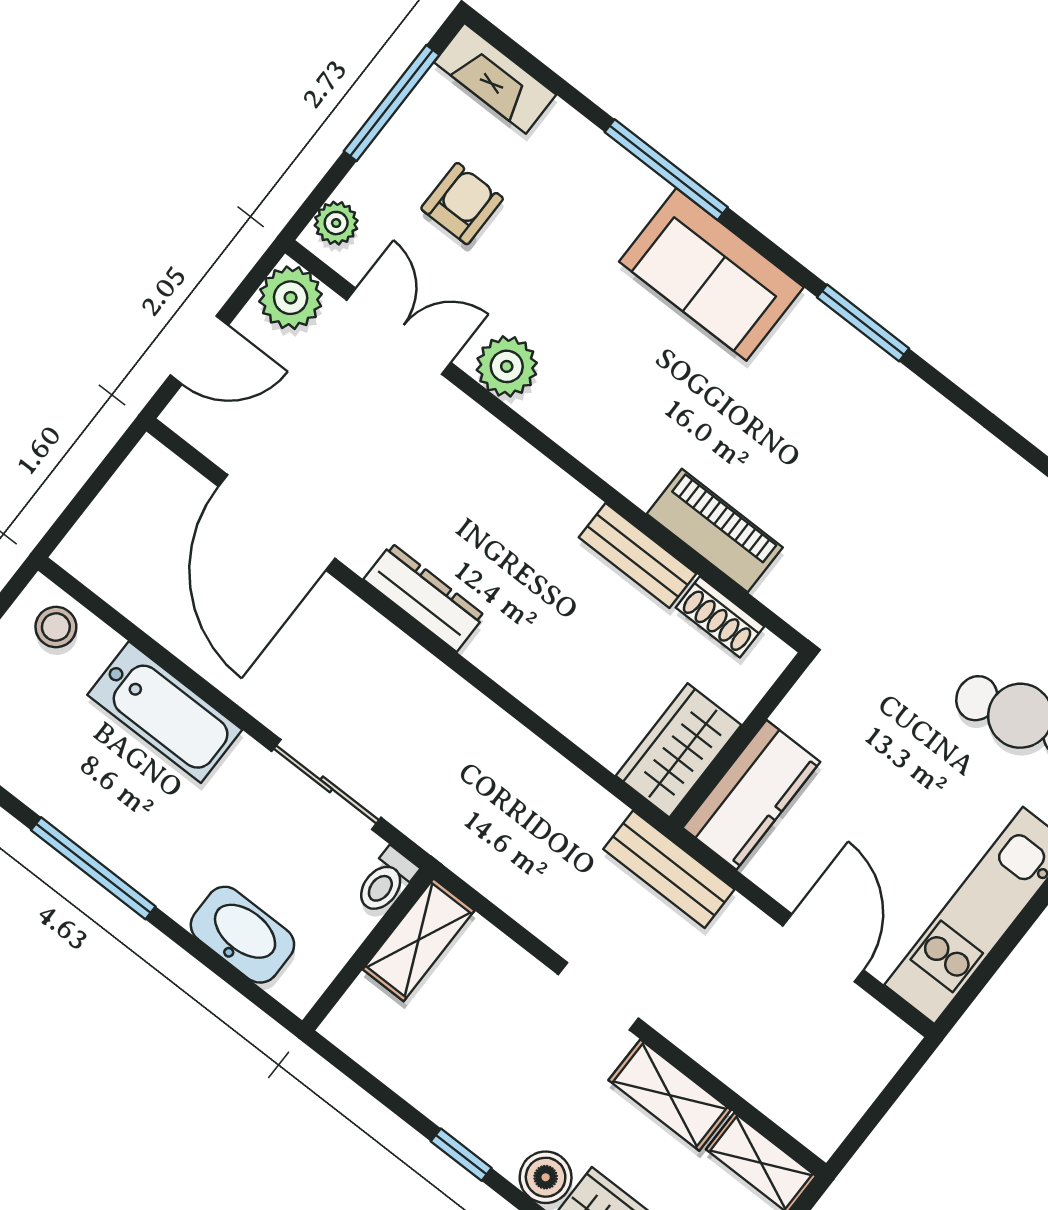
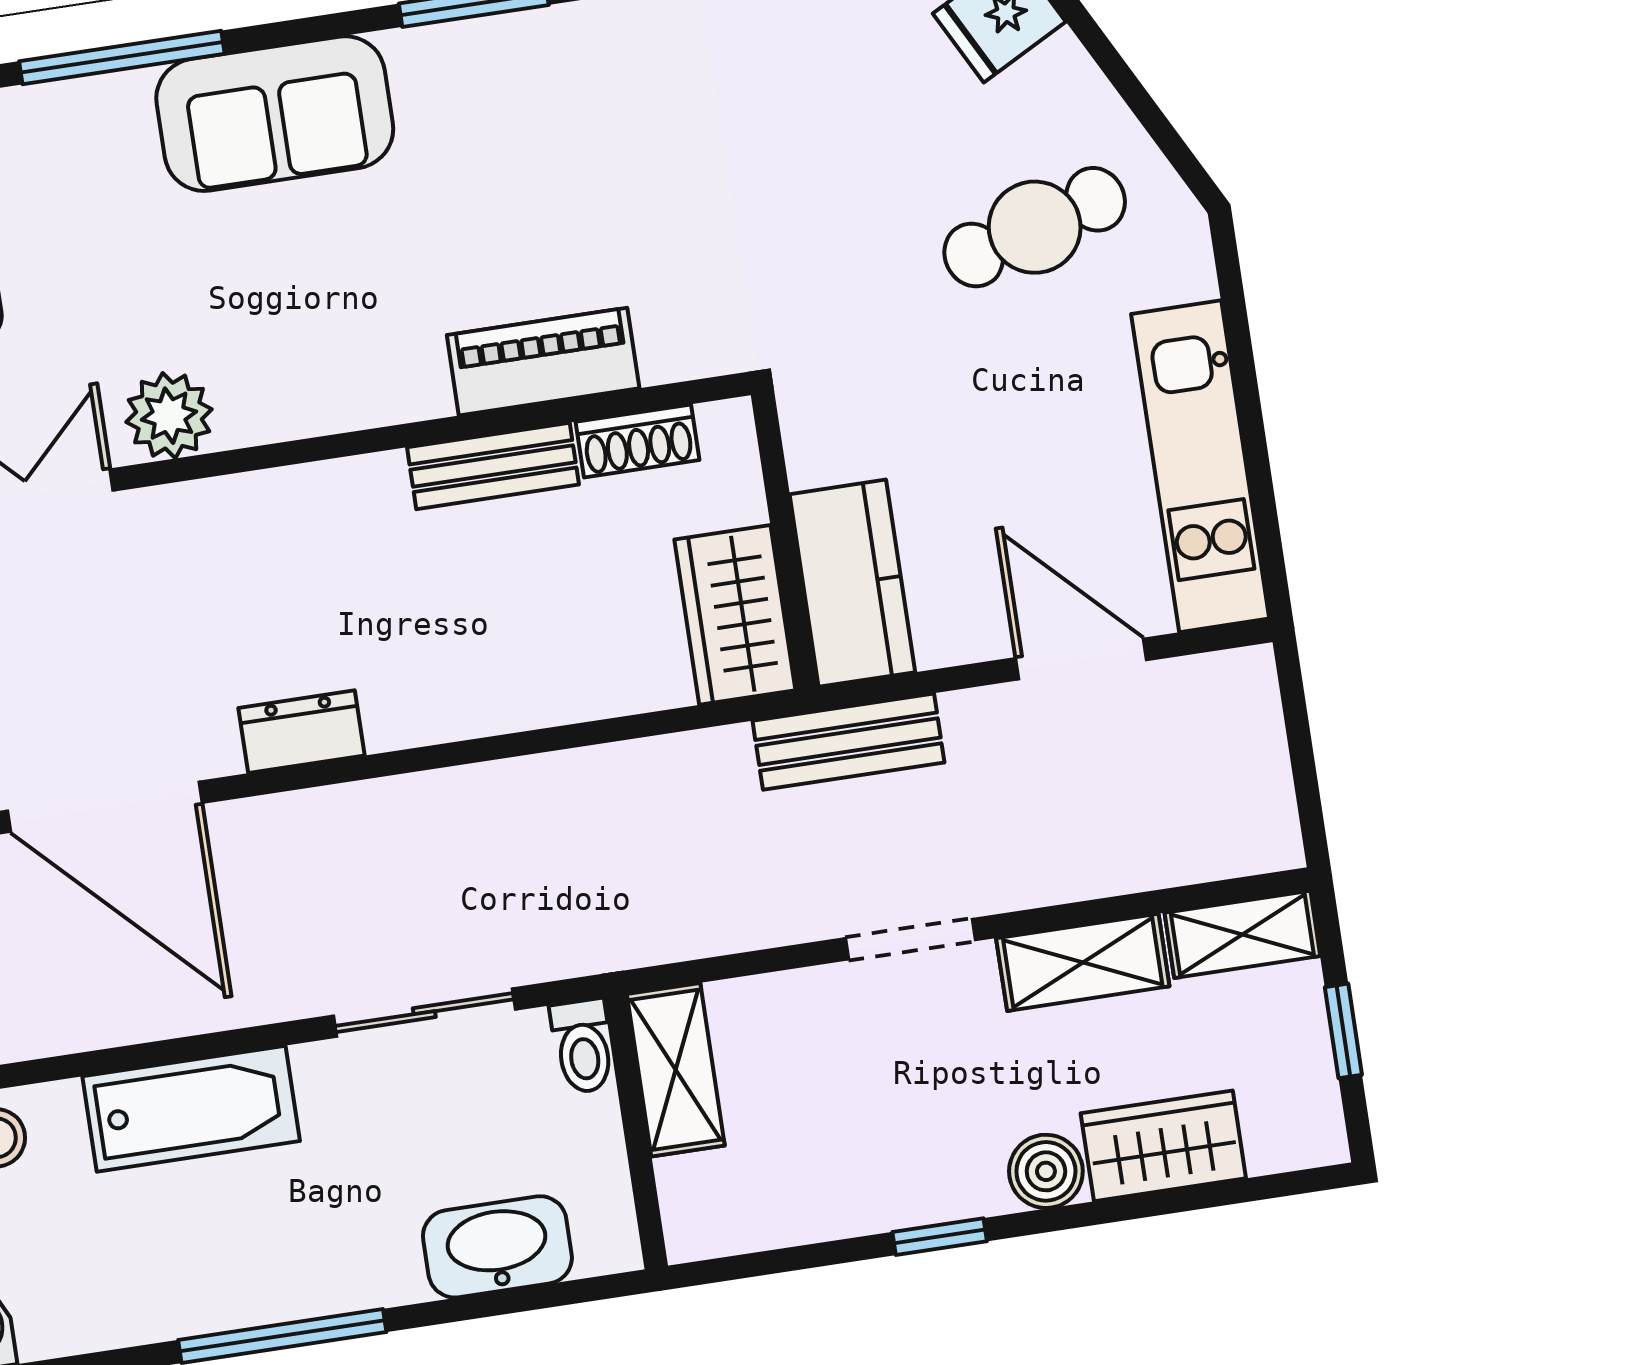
dresser: (424, 597) -> (302, 732), width x0.70

